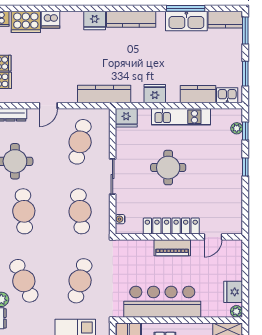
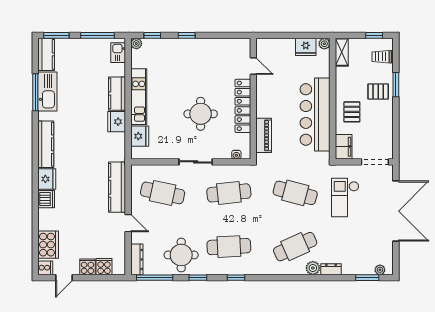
dishwasher: (51, 20) -> (46, 199), moved
window: (245, 74) -> (98, 35), width x1.44
kitchen counter: (104, 94) -> (117, 187), moved
kitchen counter: (198, 94) -> (117, 94), moved
fridge: (126, 118) -> (140, 136), moved
plant: (237, 128) -> (136, 44), moved
round table: (168, 168) -> (201, 114), moved
piano: (172, 248) -> (264, 135), moved

